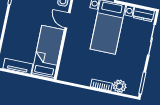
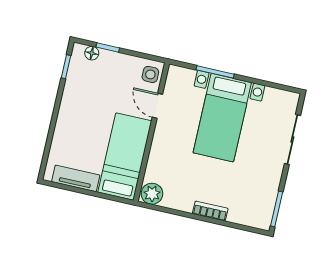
dresser: (144, 14) -> (280, 98), removed
plant: (120, 86) -> (152, 194), moved

